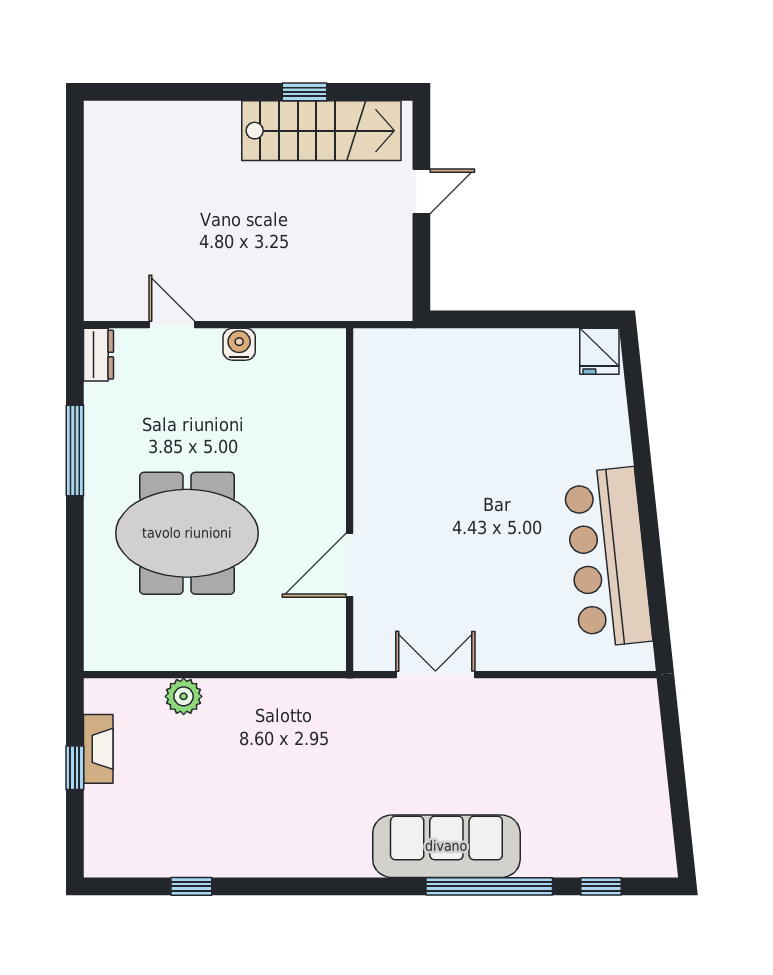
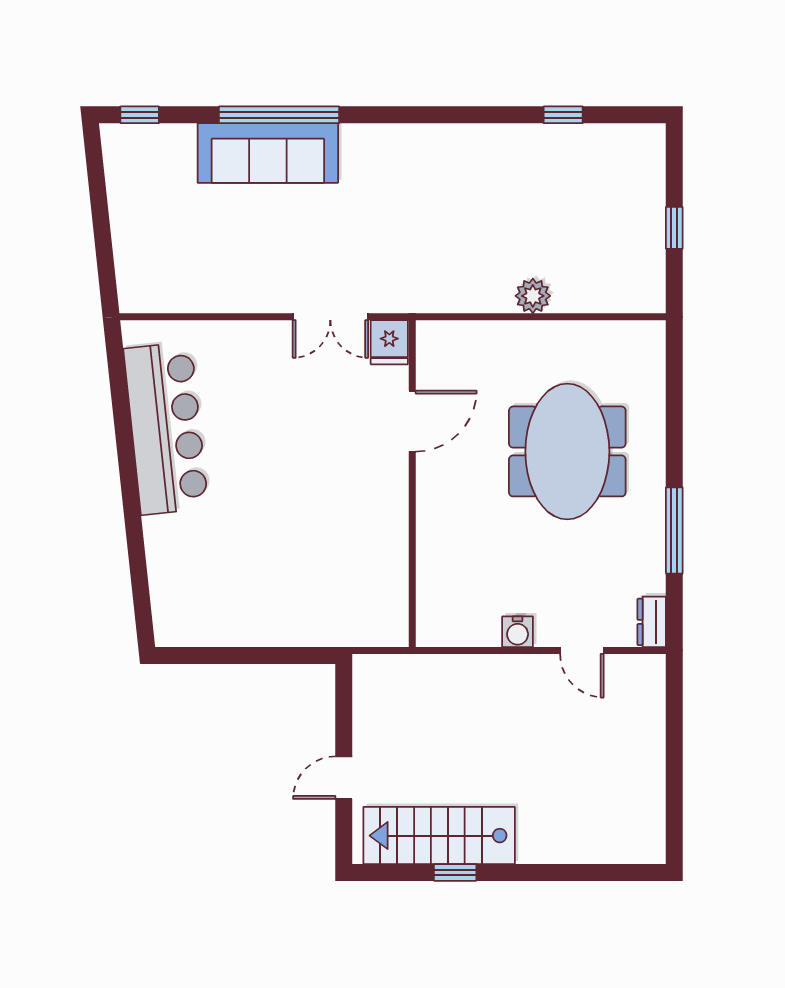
fridge: (599, 351) -> (389, 342), moved, turned 180
meeting table: (187, 533) -> (567, 451), turned 90
plant: (184, 696) -> (533, 296), moved
fireplace: (98, 749) -> (652, 246), removed
sofa: (446, 846) -> (268, 153), moved
window: (601, 886) -> (140, 115), moved

